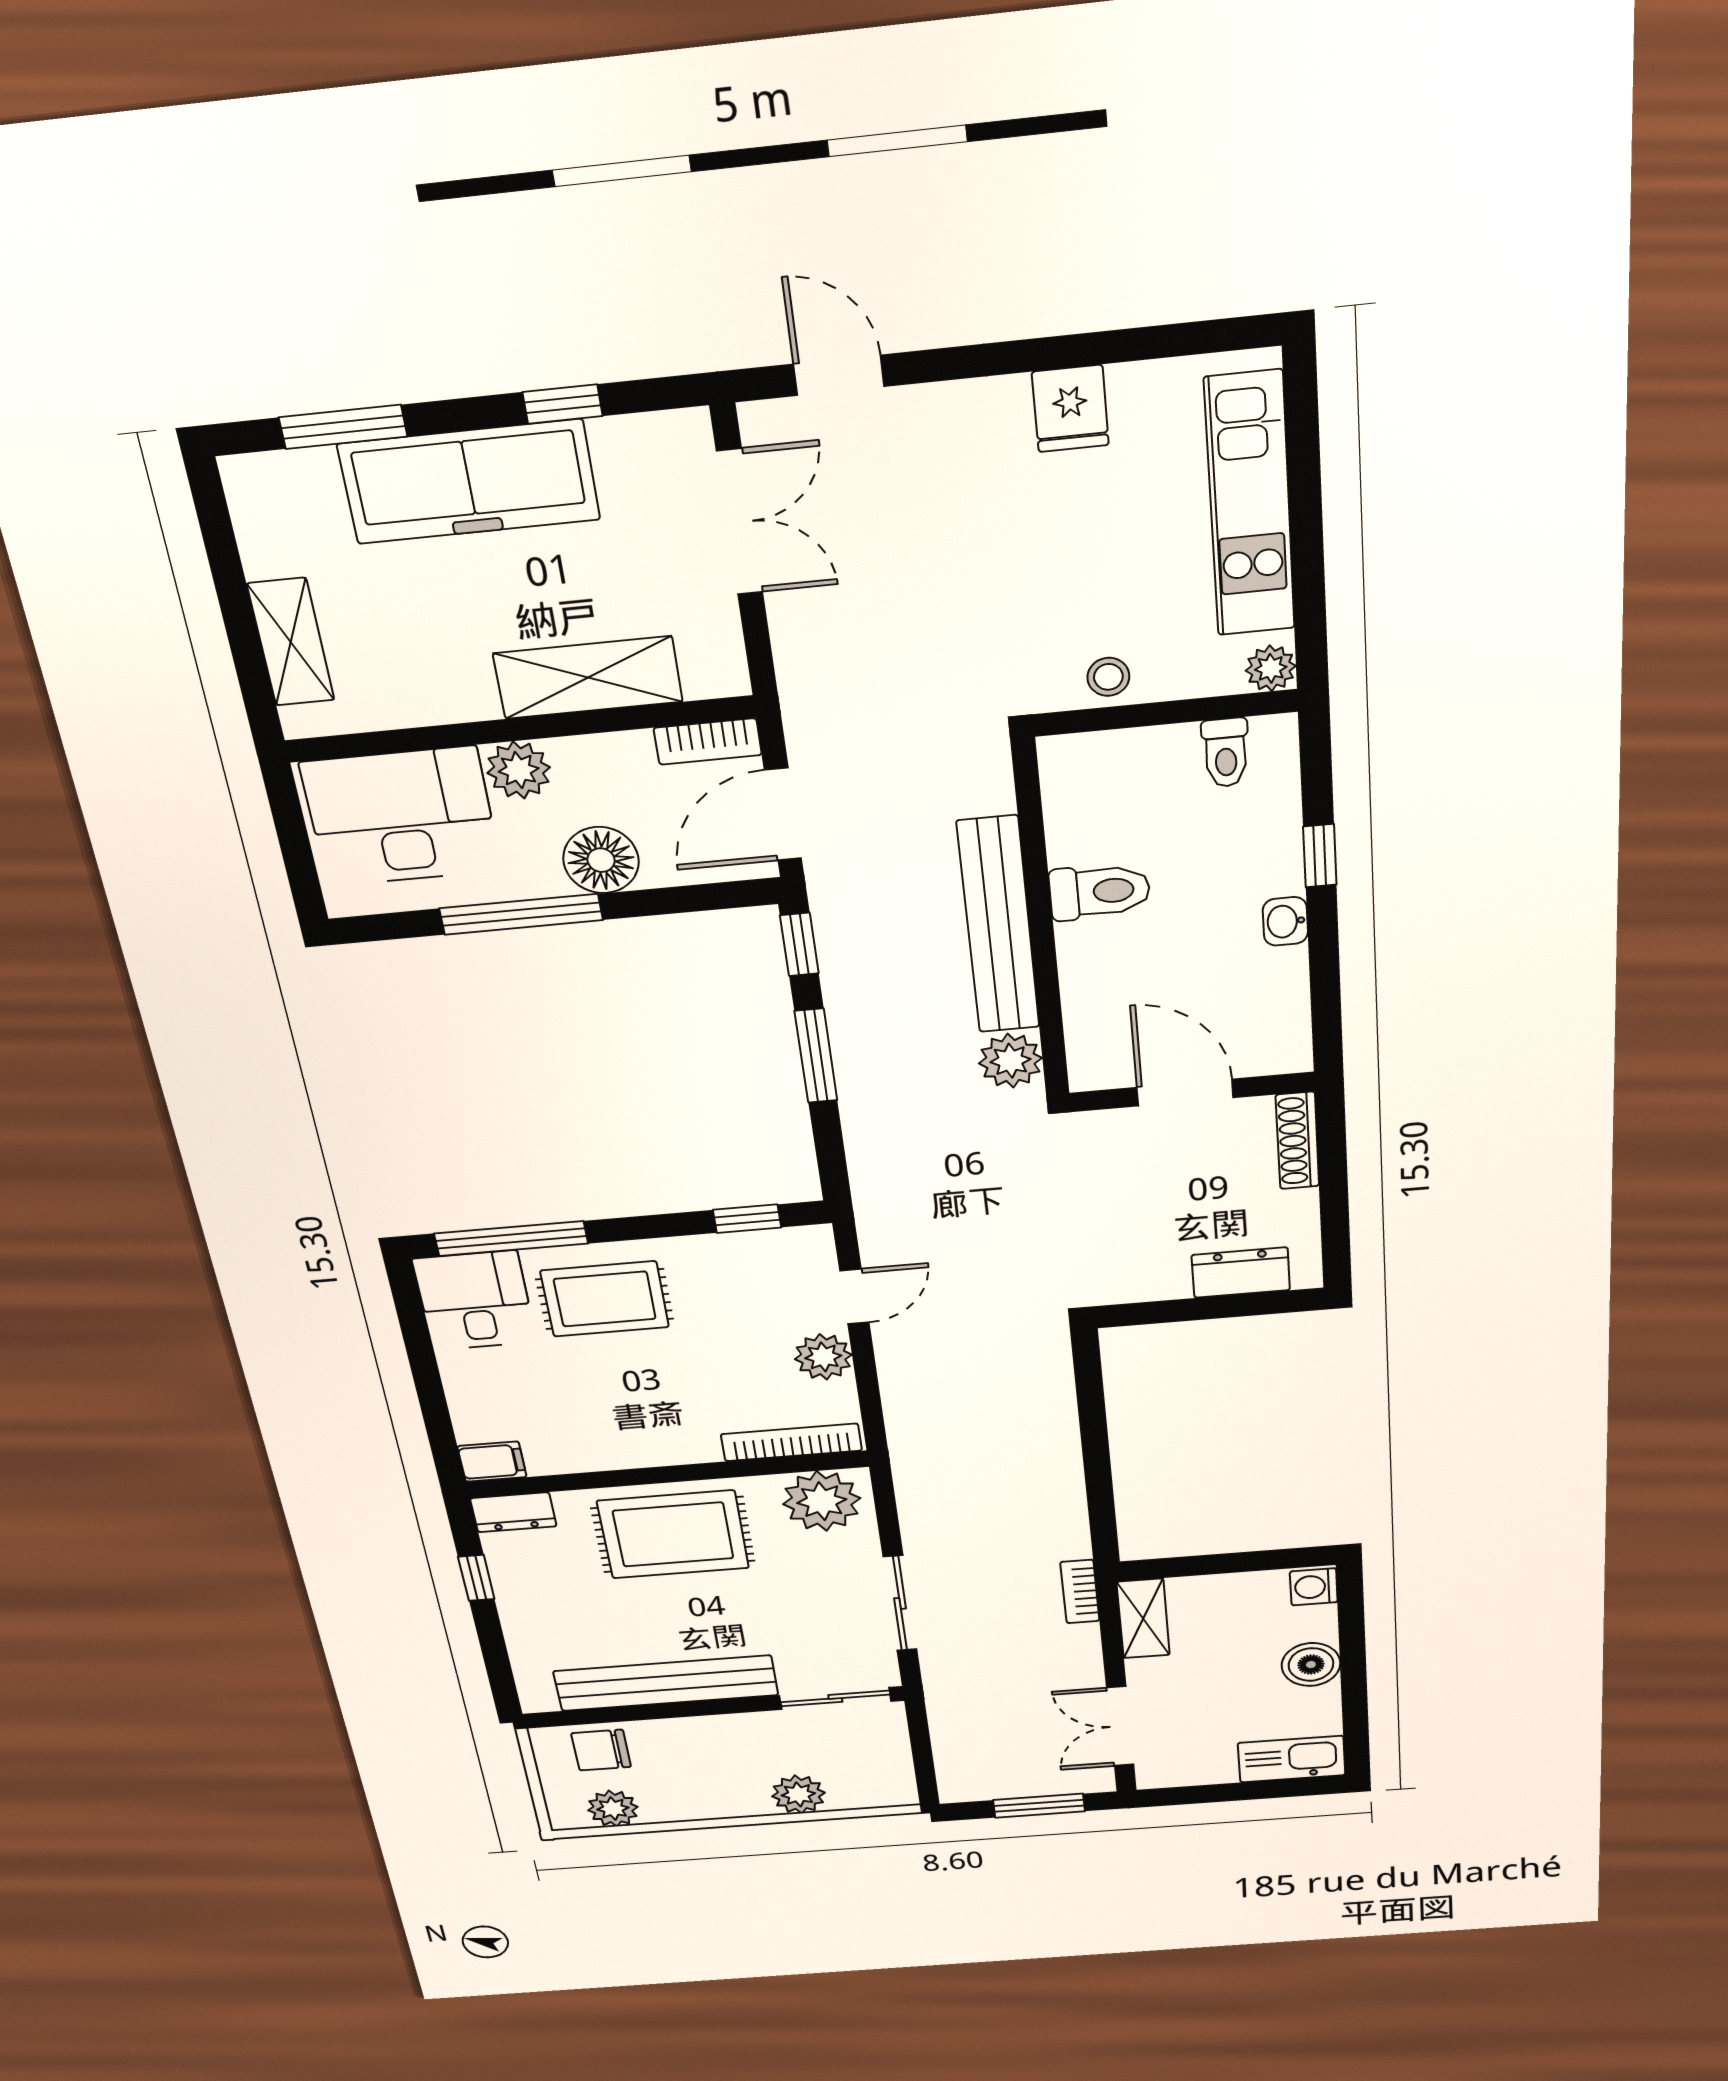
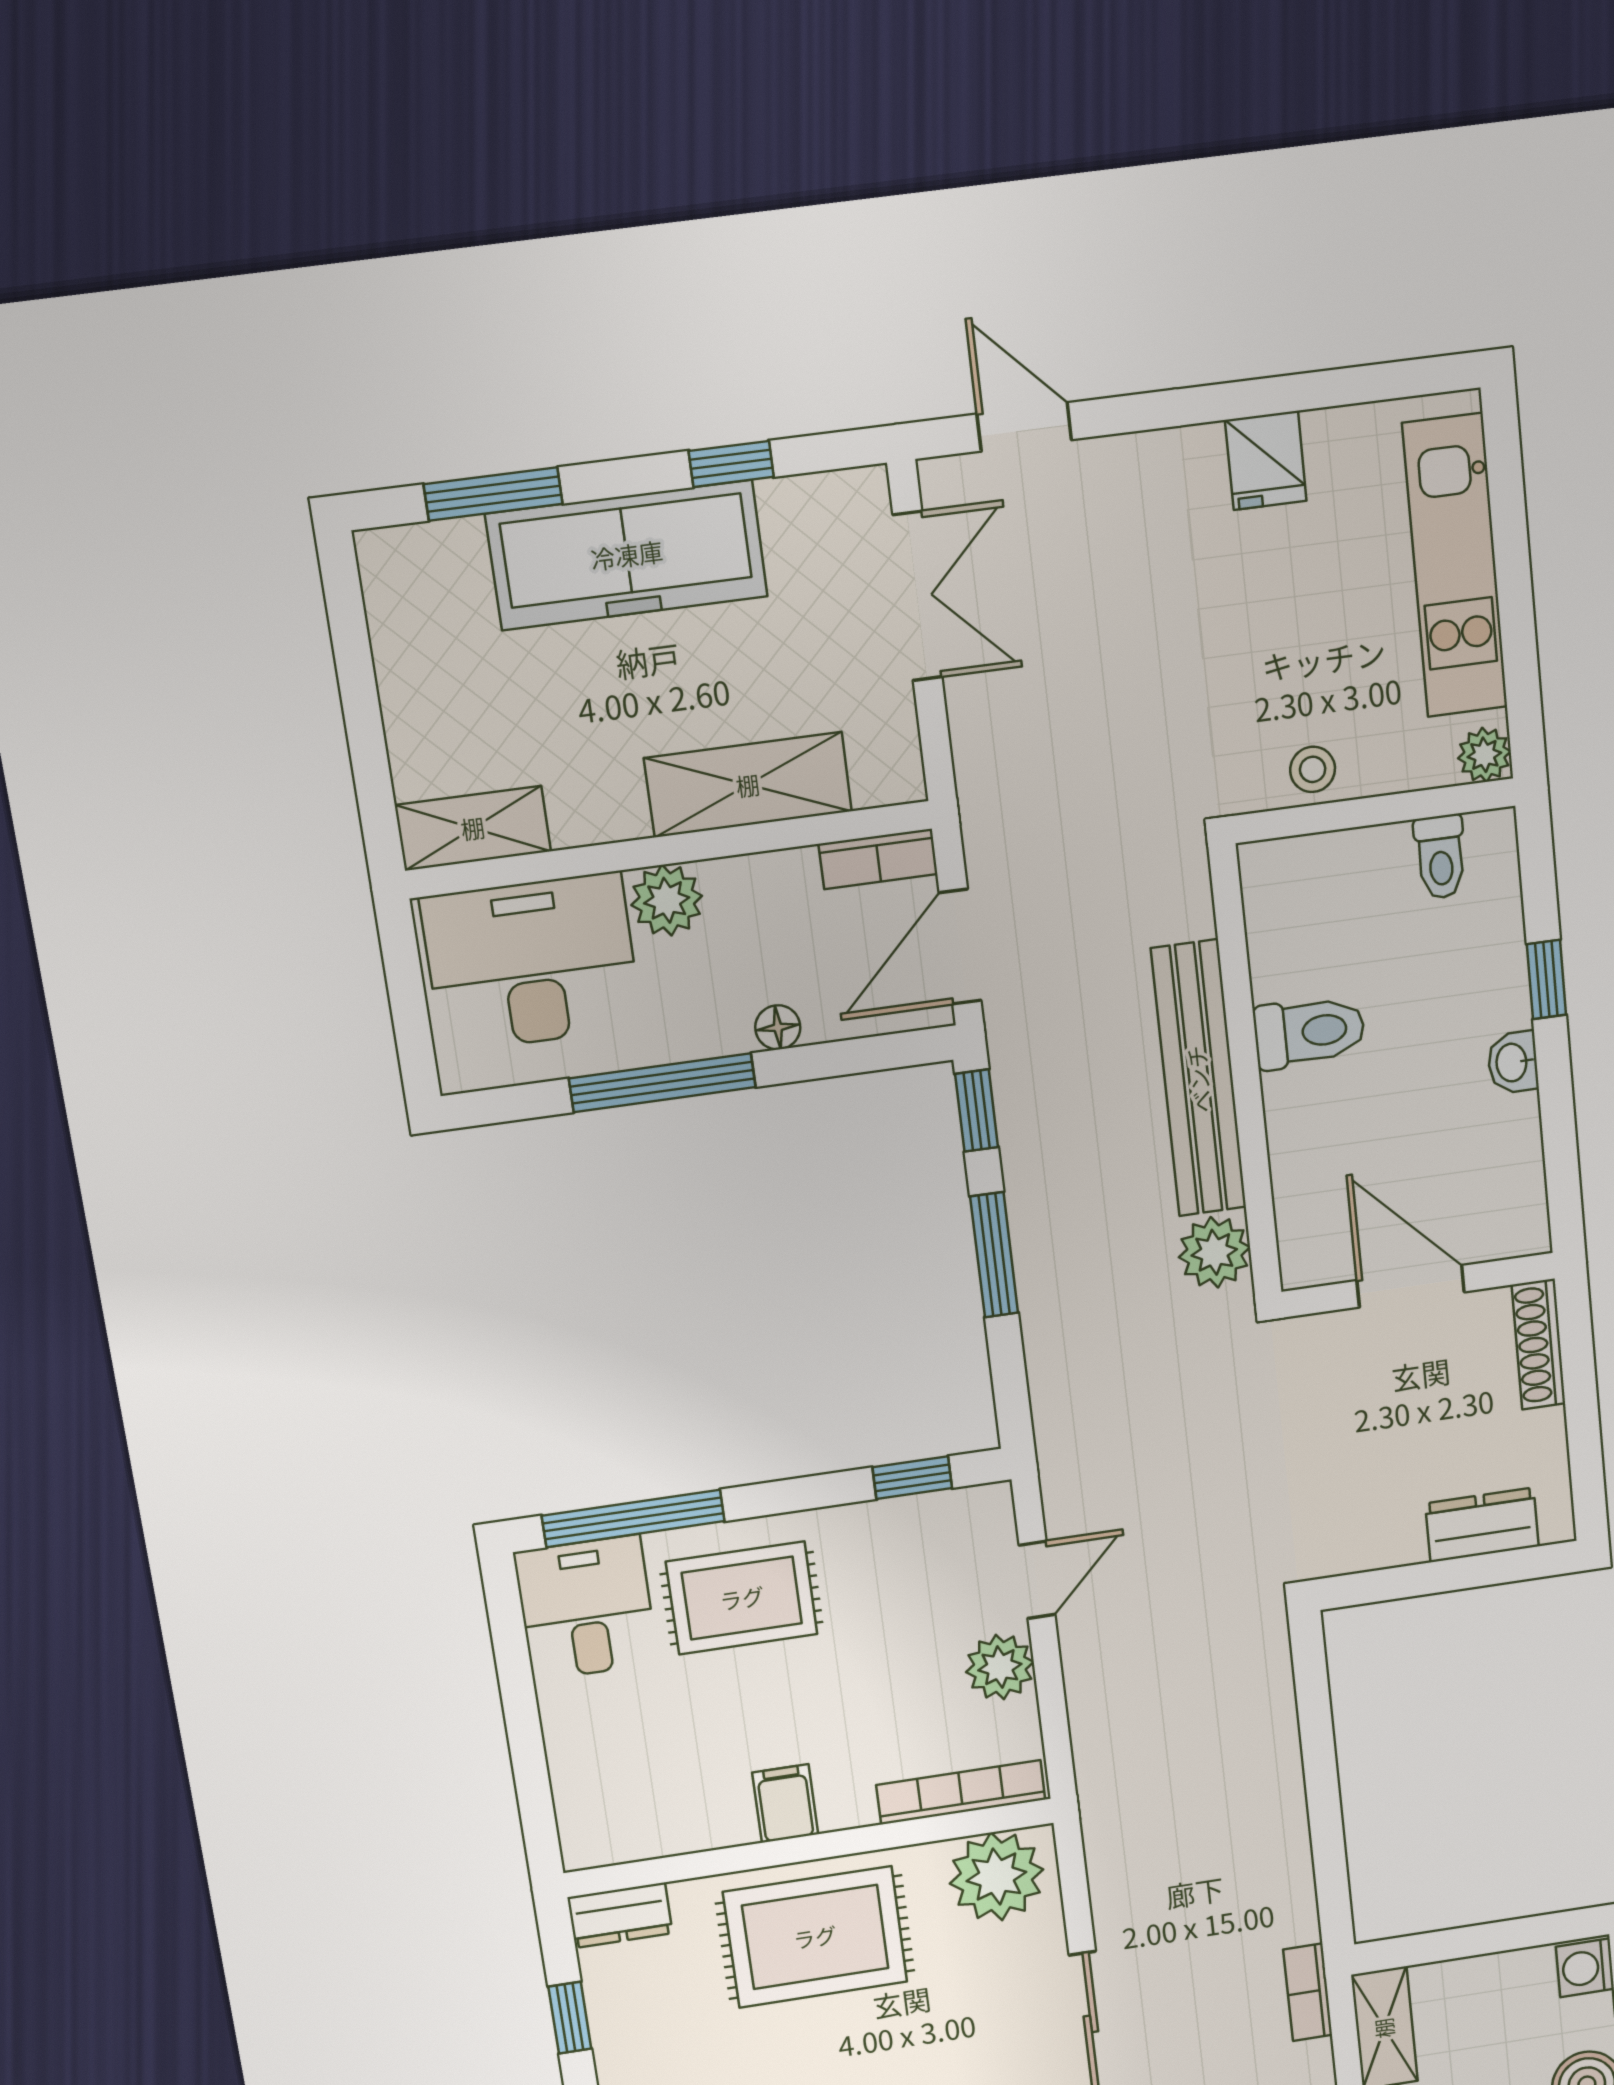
shelving: (291, 642) -> (473, 828), moved, turned 90
floor lamp: (601, 860) -> (778, 1027), width x0.53, depth x0.53
filing cabinet: (492, 1462) -> (785, 1803), moved, turned -90

